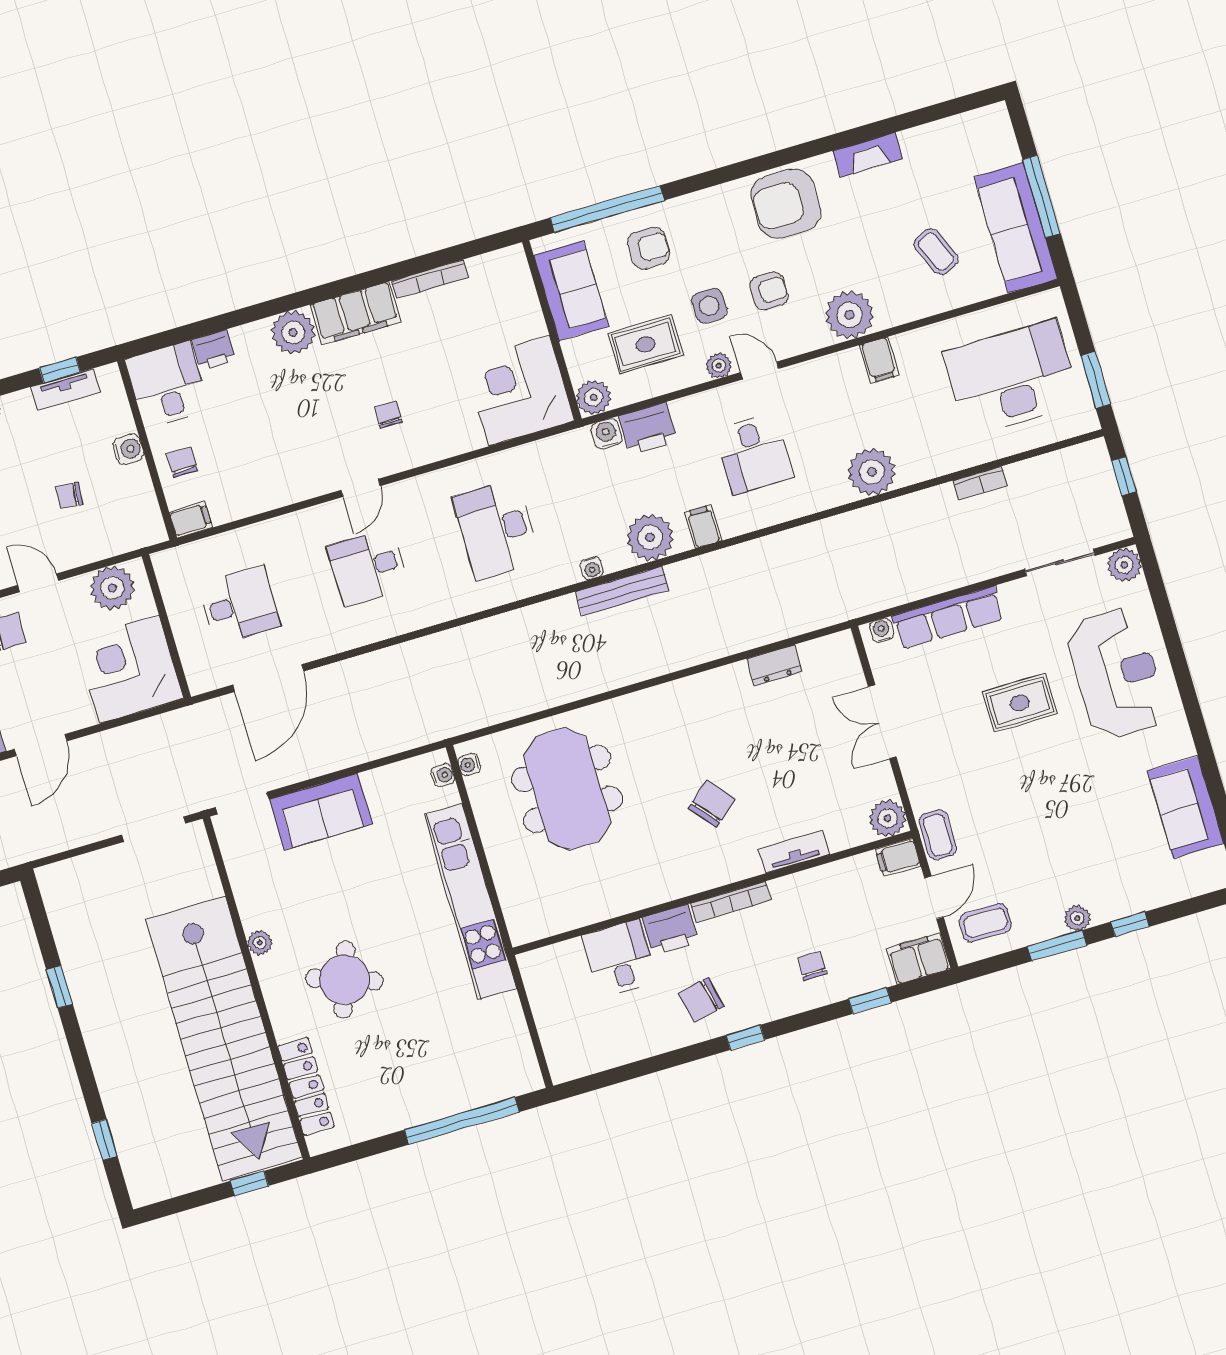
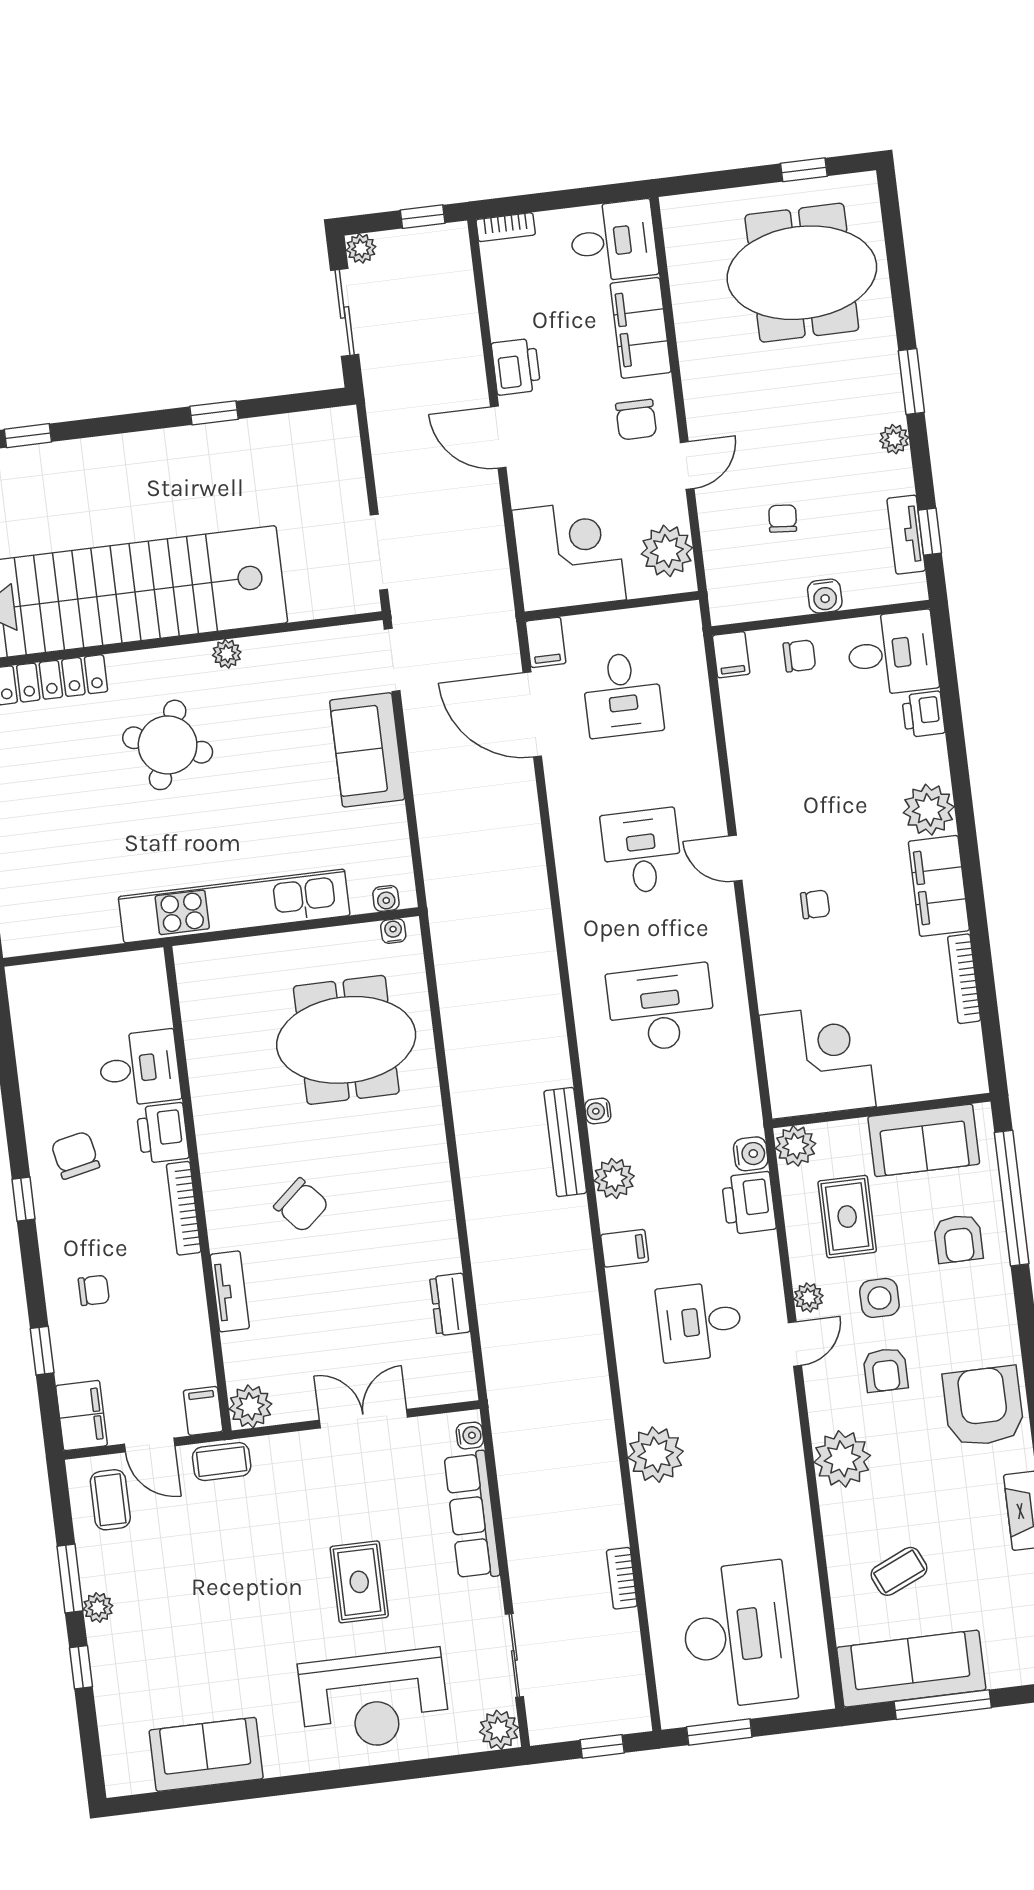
filing cabinet: (879, 360) -> (546, 642), moved, turned -90
plant: (650, 537) -> (614, 1178), width x0.73, depth x0.73

